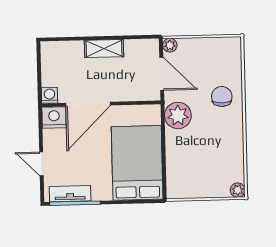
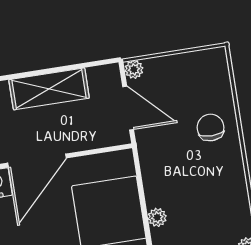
shelving: (104, 49) -> (49, 89), width x1.50, depth x1.33
plant: (178, 115) -> (157, 217), moved, width x0.53, depth x0.53

